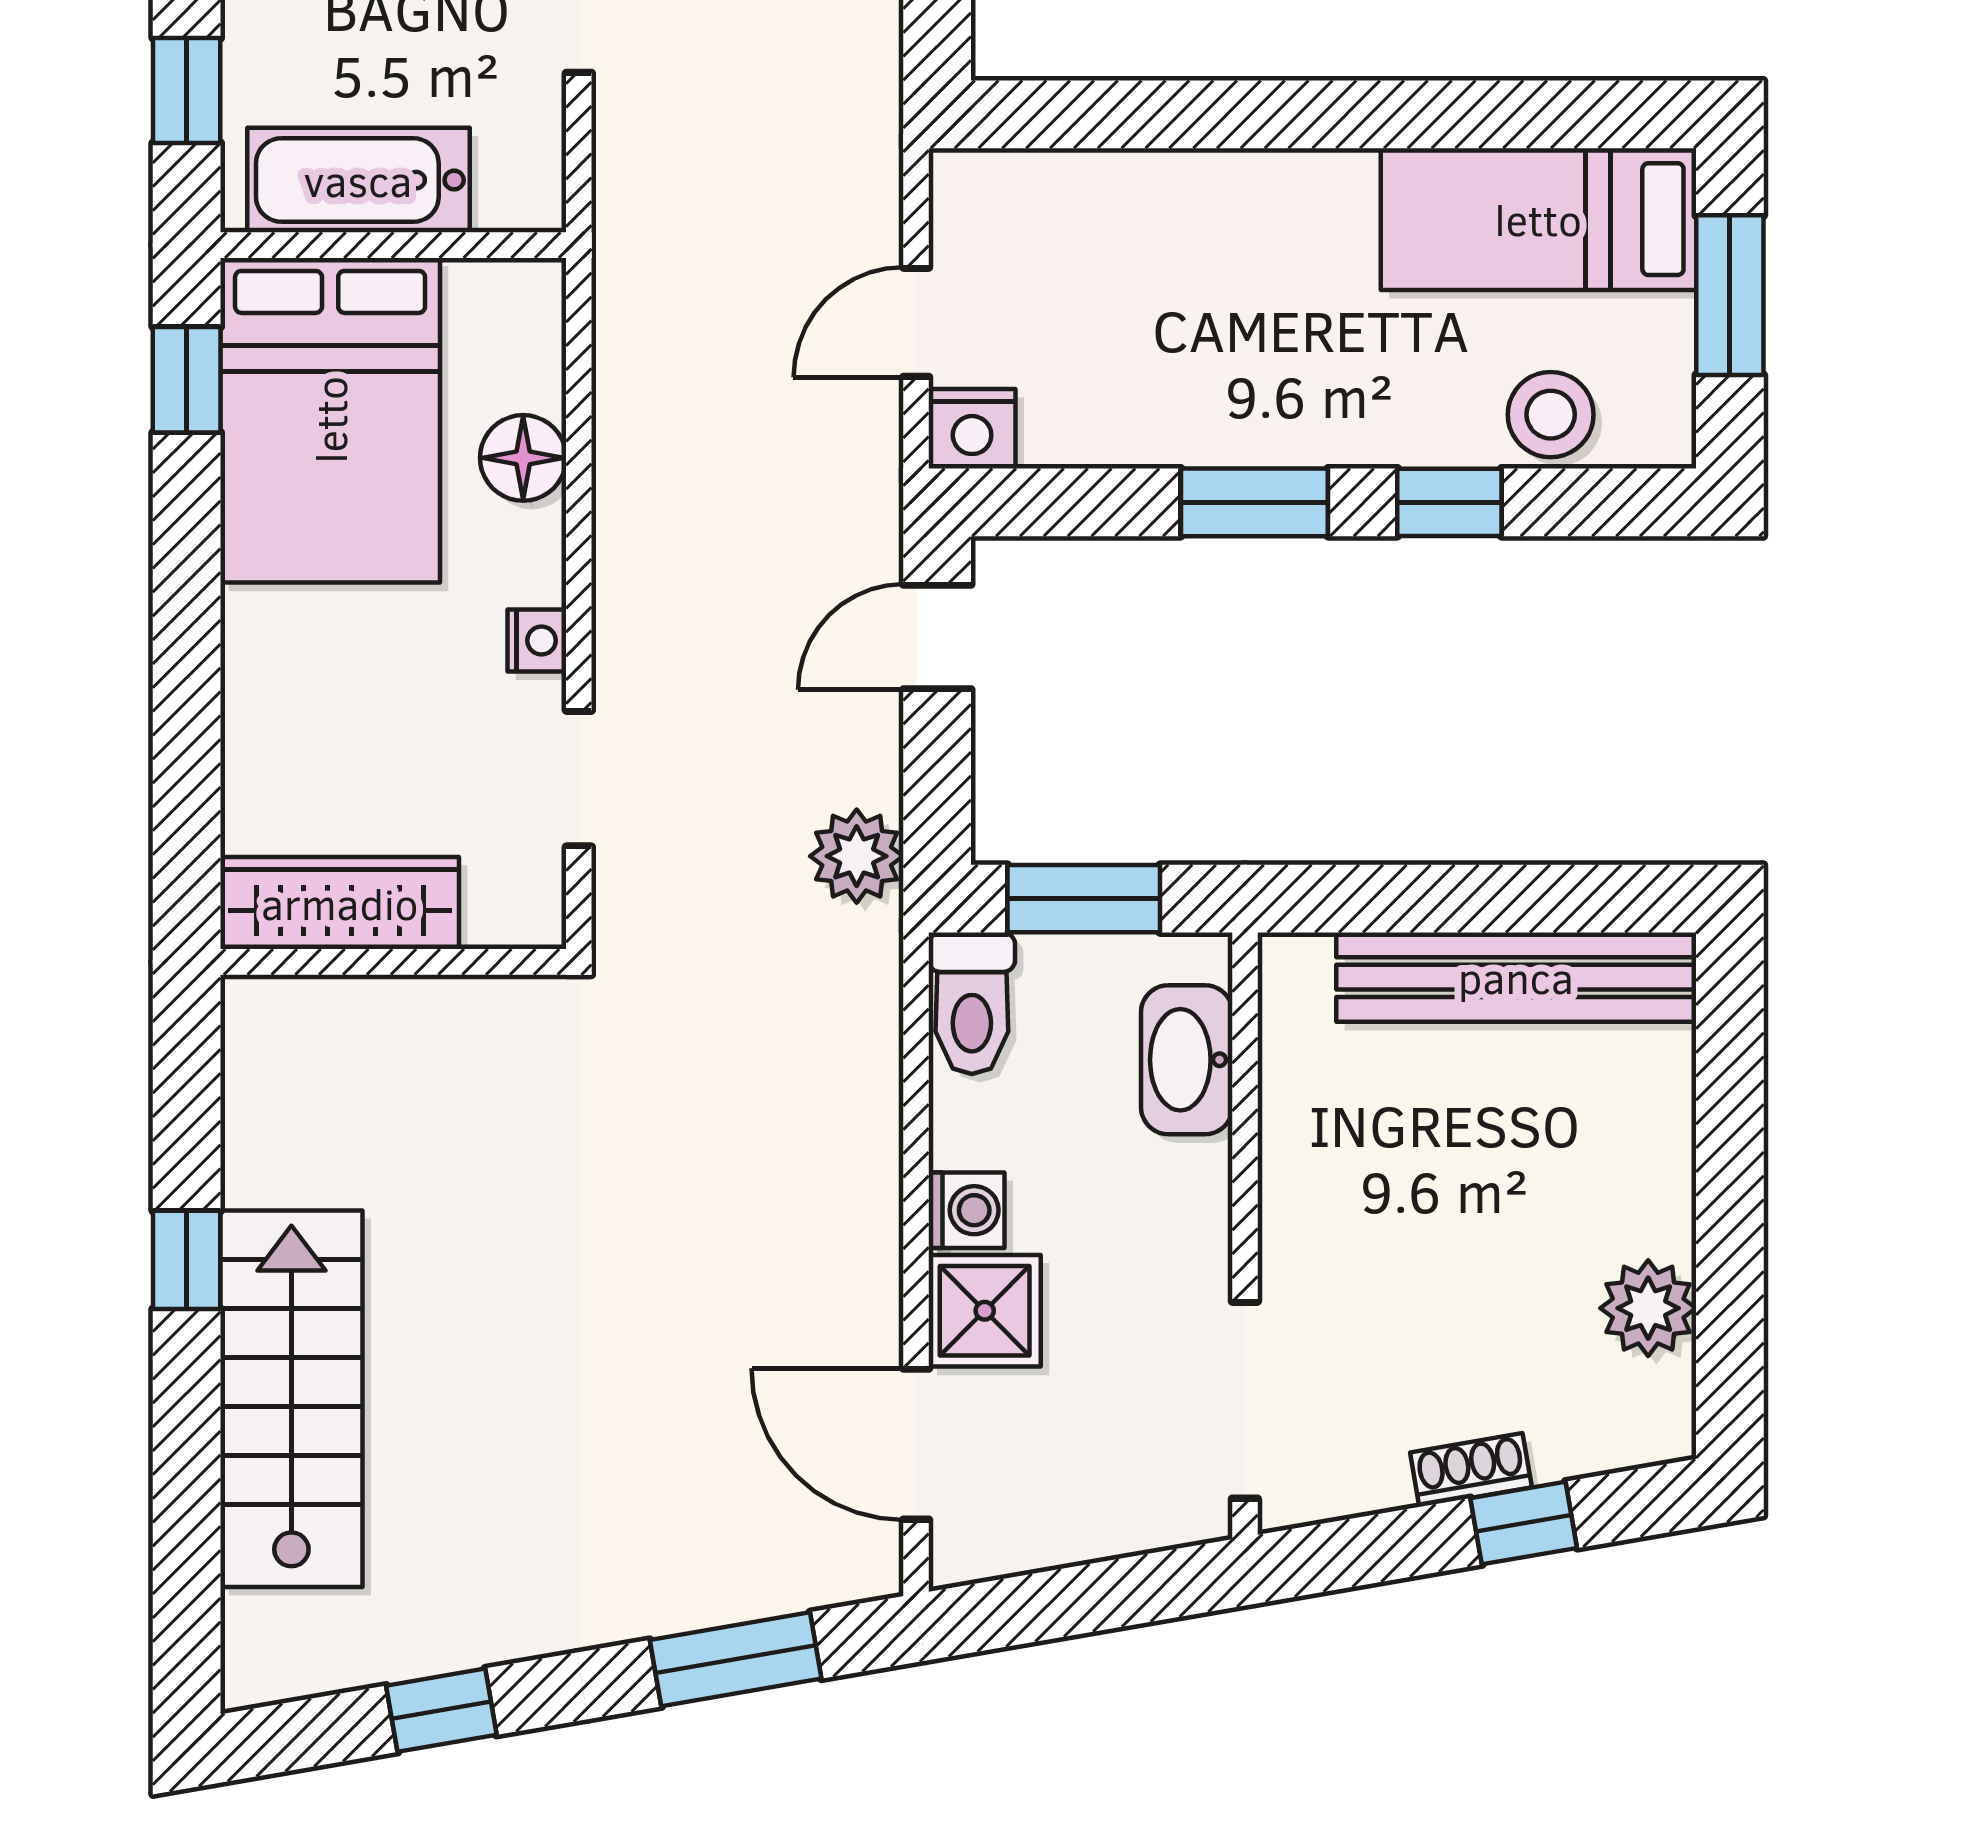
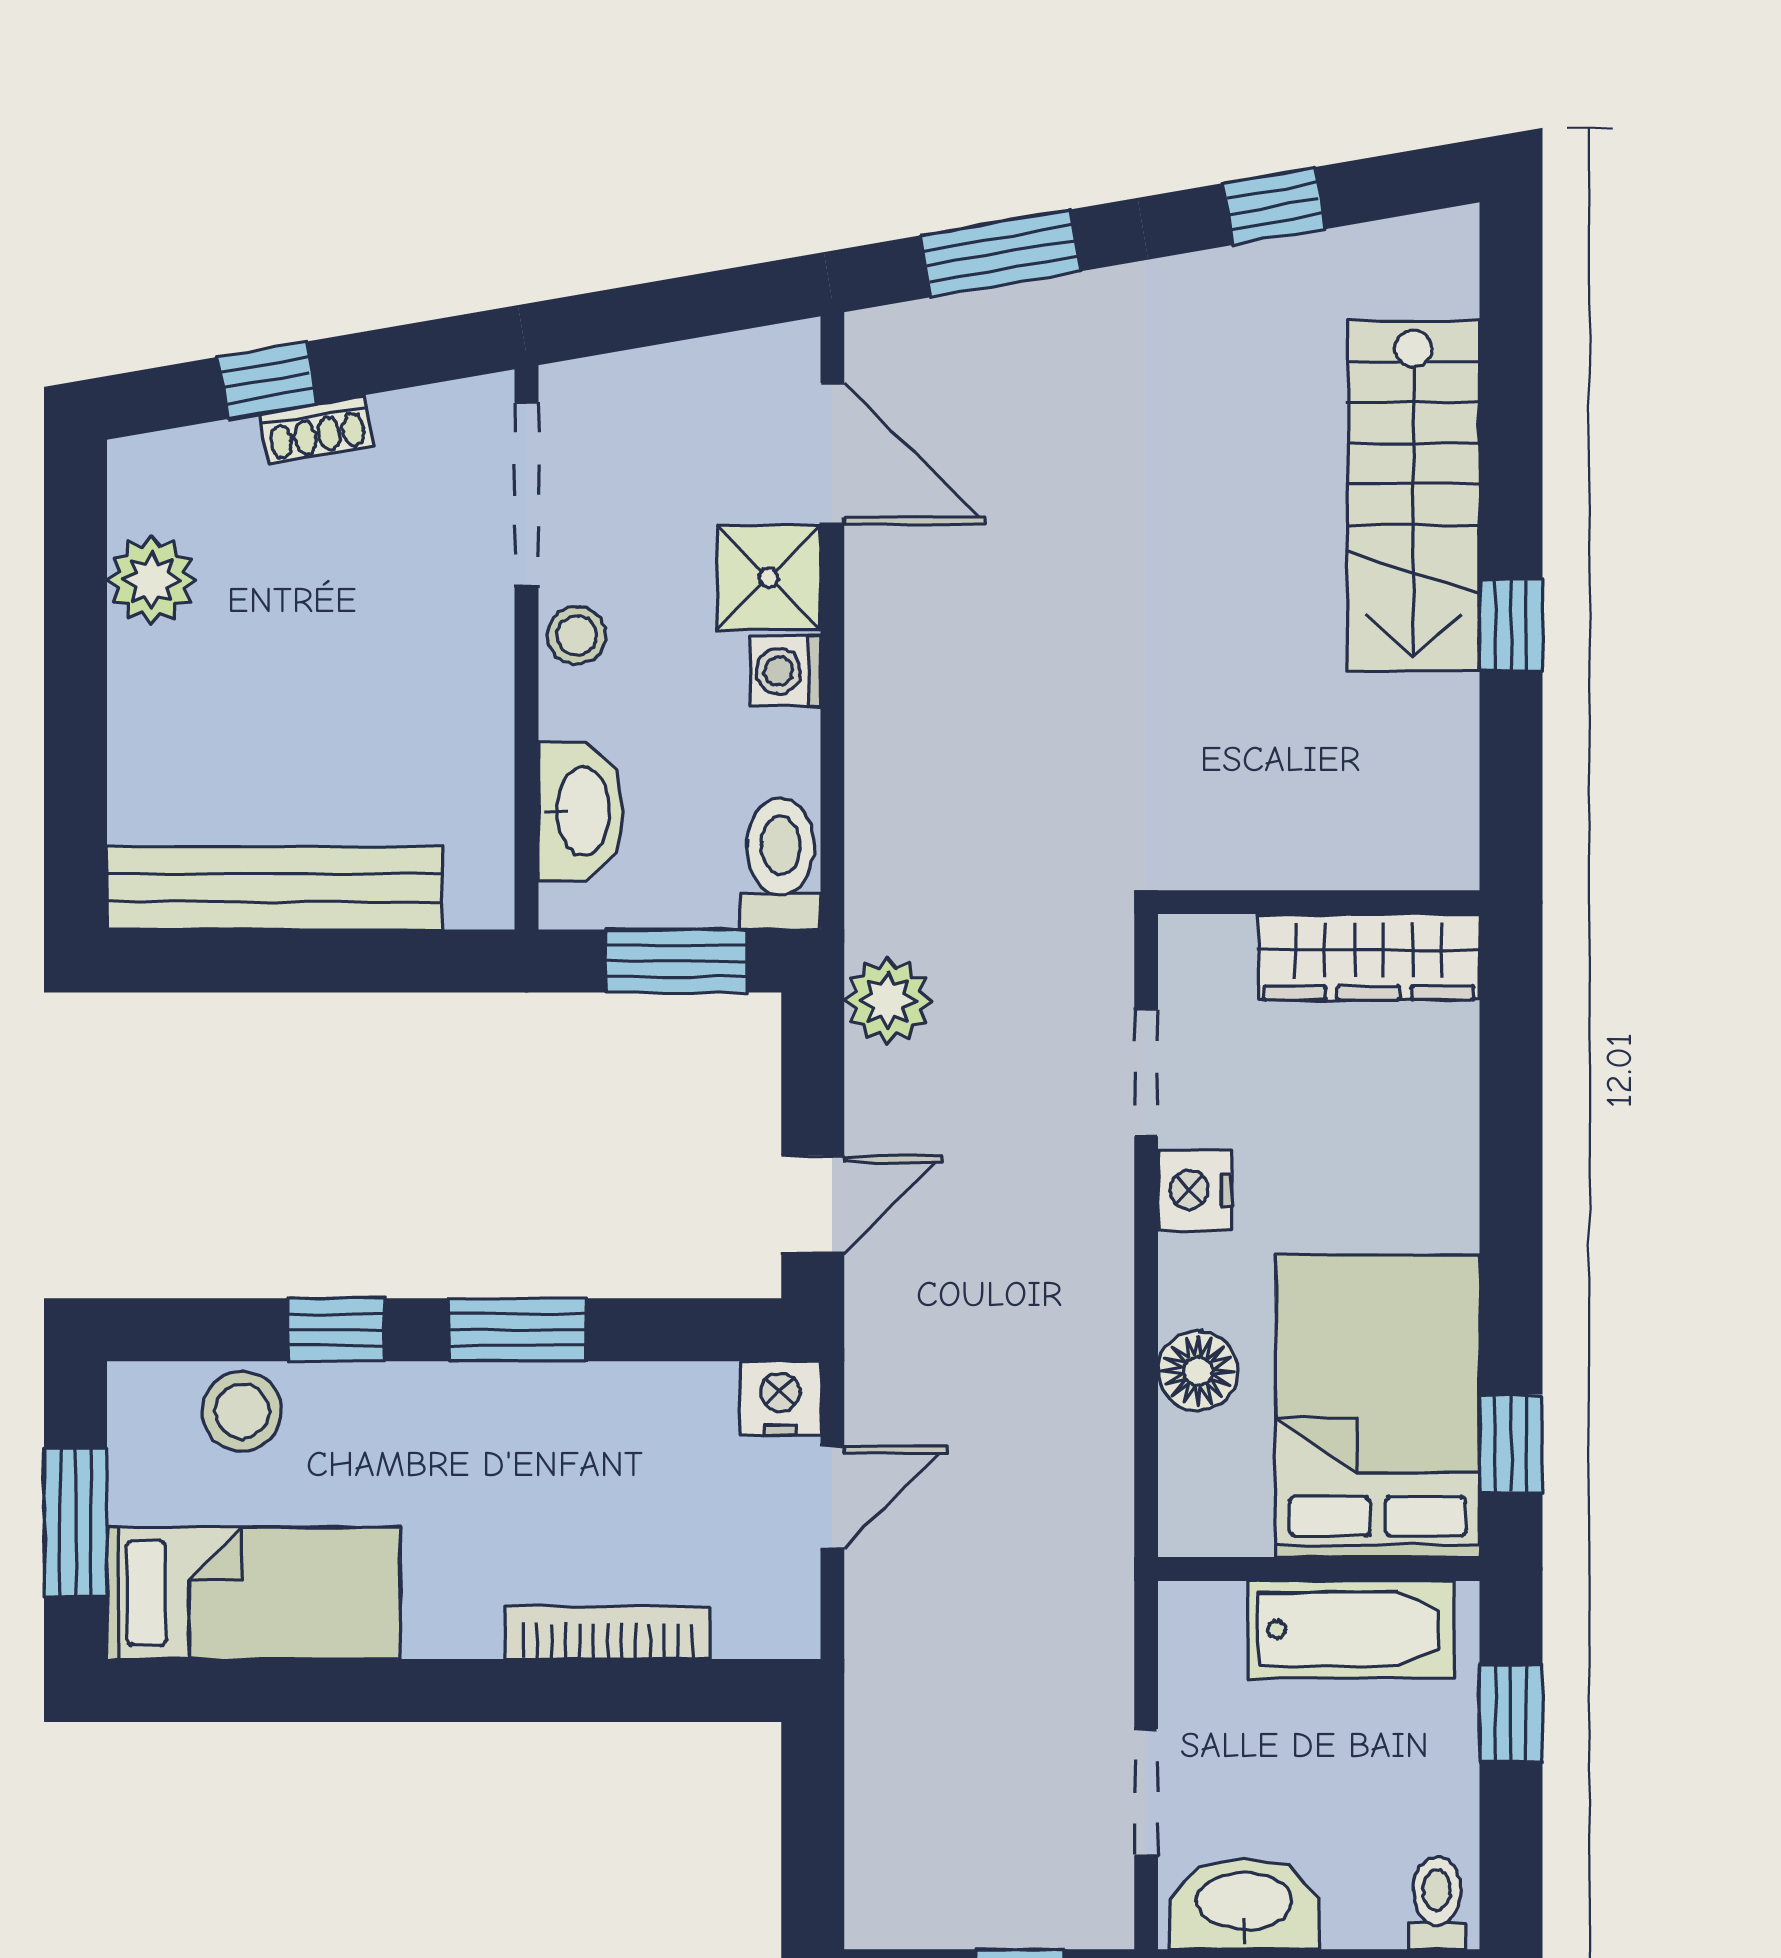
bookcase: (1158, 176) -> (608, 1633), added
nightstand: (537, 641) -> (1195, 1190), width x1.39, depth x1.35
stool: (1191, 1249) -> (577, 636), added

